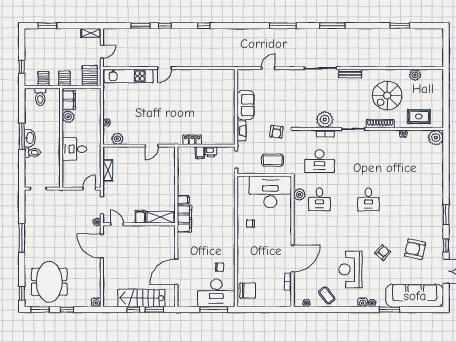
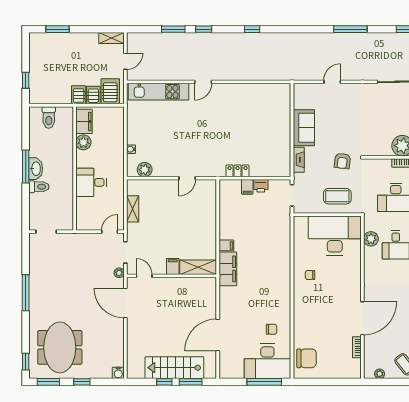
server rack: (43, 79) -> (93, 95), moved

